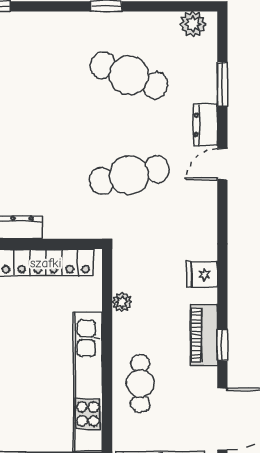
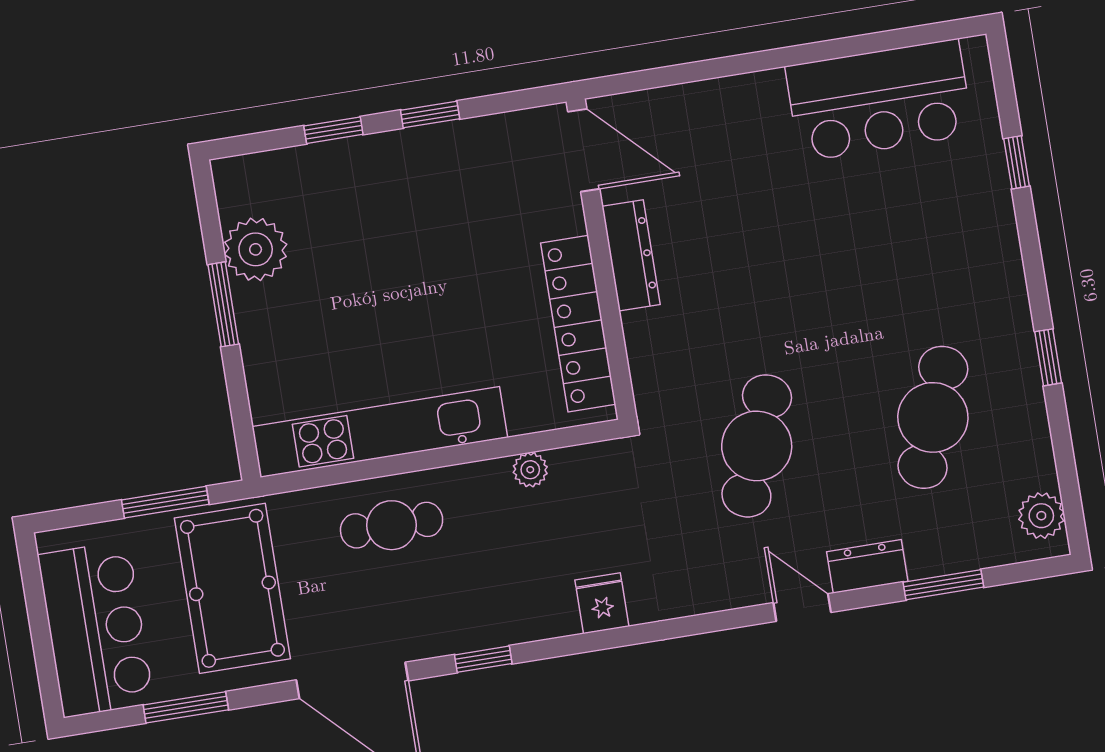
cafe table: (129, 175) -> (757, 446), turned 33
piano: (204, 335) -> (495, 624), removed

